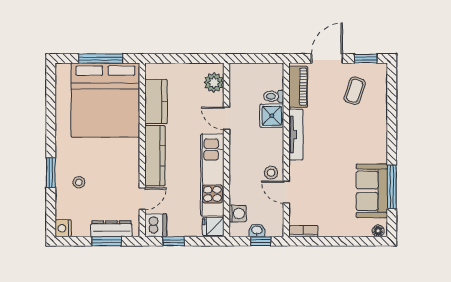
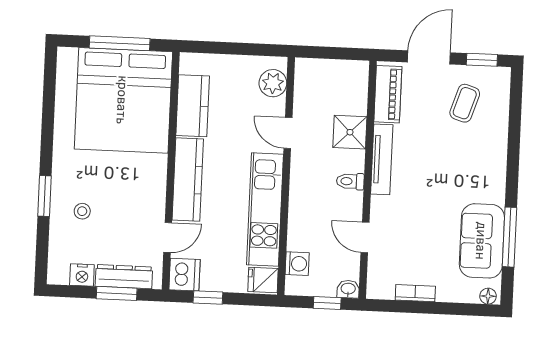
toilet: (274, 96) -> (350, 181), moved
stool: (271, 173) -> (345, 210), removed
nightstand: (63, 228) -> (82, 275), moved, turned -90
washbasin: (257, 230) -> (348, 289), moved
bookcase: (303, 231) -> (415, 293), moved

